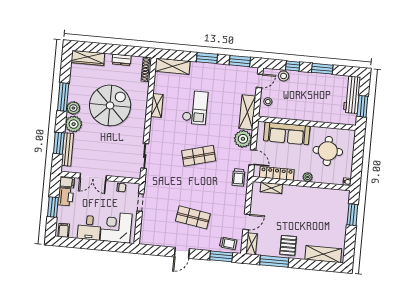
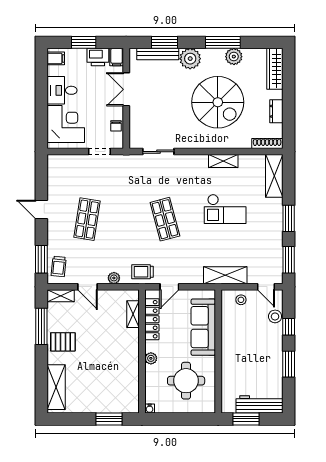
plant: (73, 108) -> (234, 57), moved
plant: (243, 139) -> (114, 278), moved, width x0.53, depth x0.53

